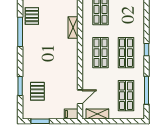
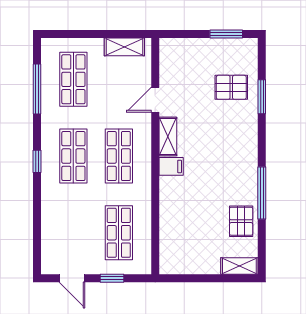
shelving: (73, 28) -> (168, 137), moved
pallet: (37, 91) -> (231, 87), turned 90
door: (80, 97) -> (155, 100), moved
filing cabinet: (71, 114) -> (171, 166), moved

